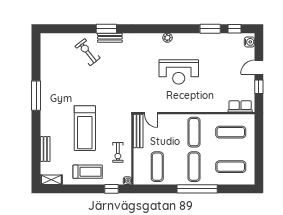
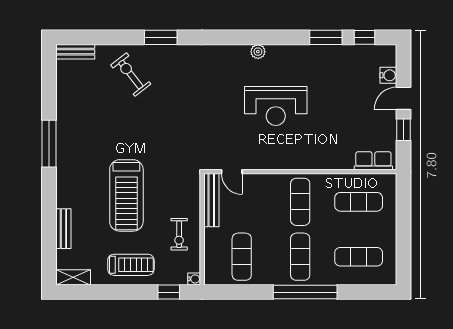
bench: (110, 38) -> (75, 52), moved
water cooler: (249, 42) -> (388, 75), moved

